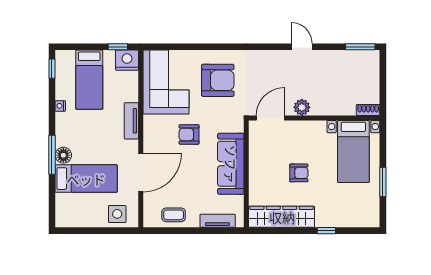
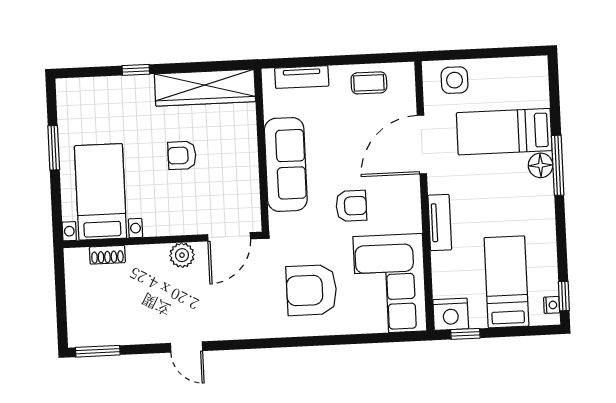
nightstand: (60, 106) -> (552, 305), moved
shoe rack: (368, 110) -> (107, 255), moved

